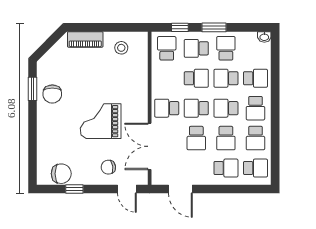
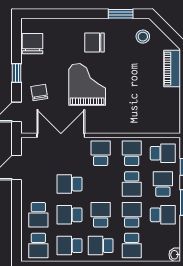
stool: (121, 48) -> (143, 37), moved
chair: (52, 94) -> (94, 43), moved
school desk: (196, 108) -> (132, 153), moved
chair: (61, 174) -> (33, 44), turned 180
window: (74, 189) -> (17, 73), moved

